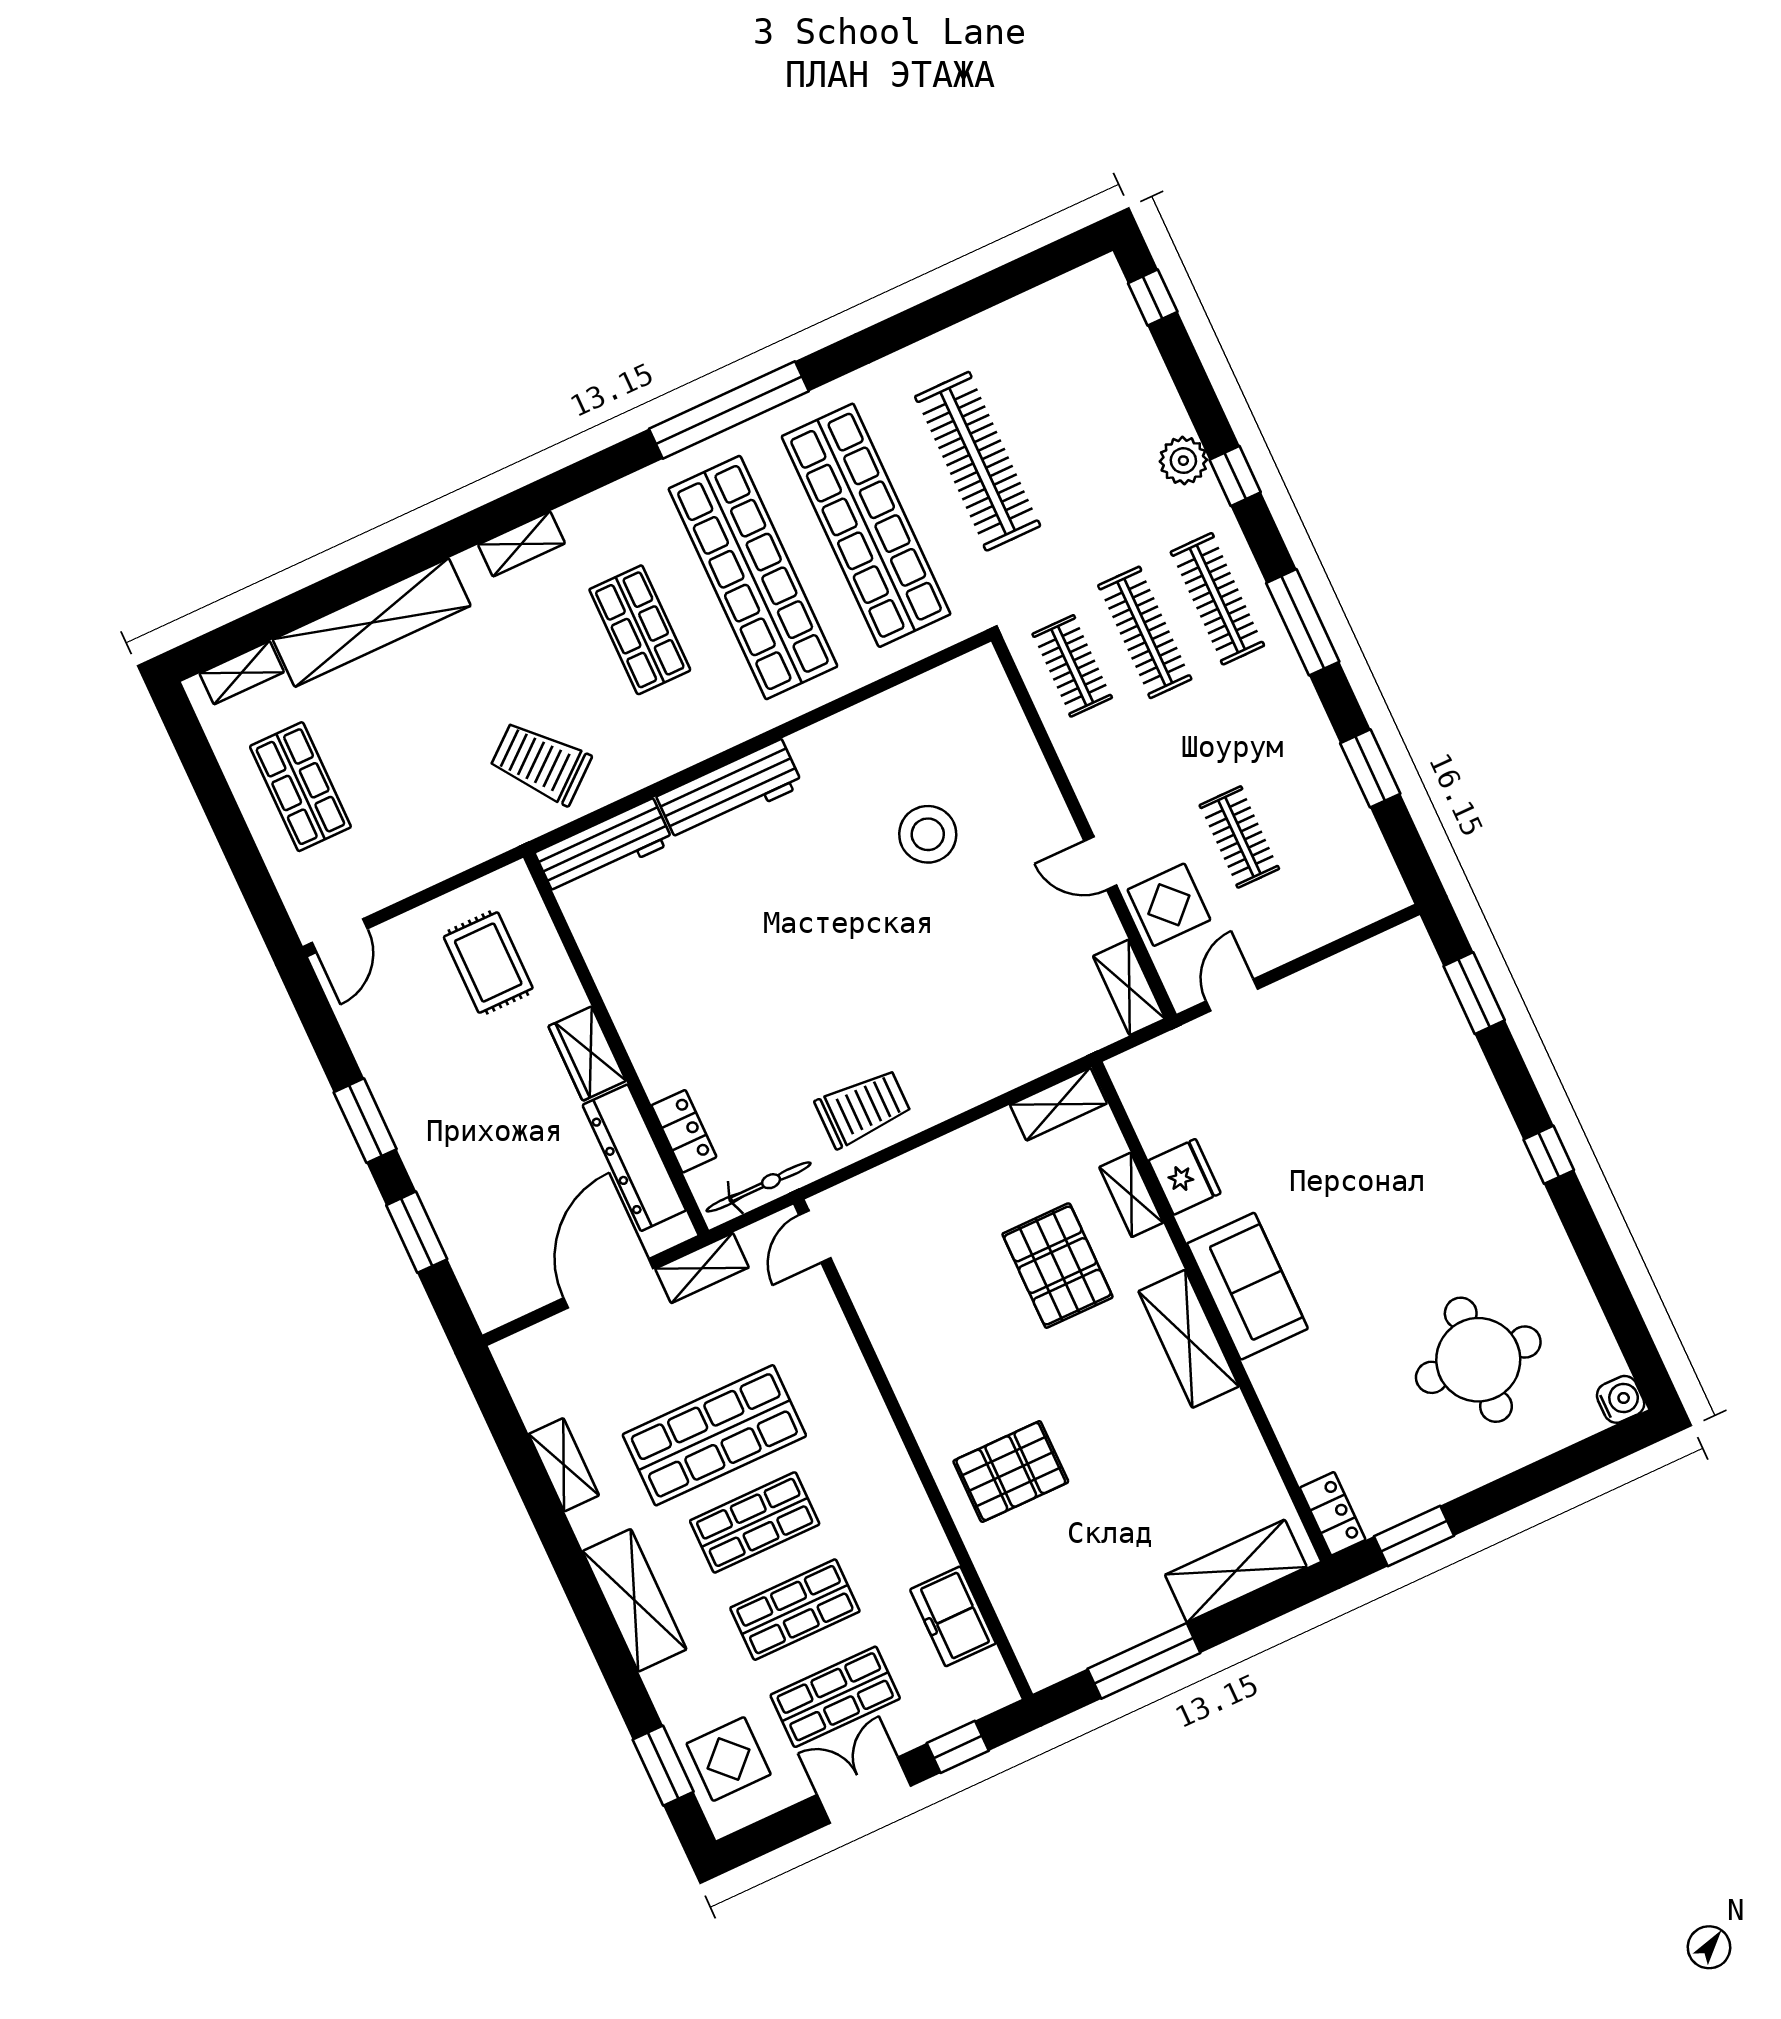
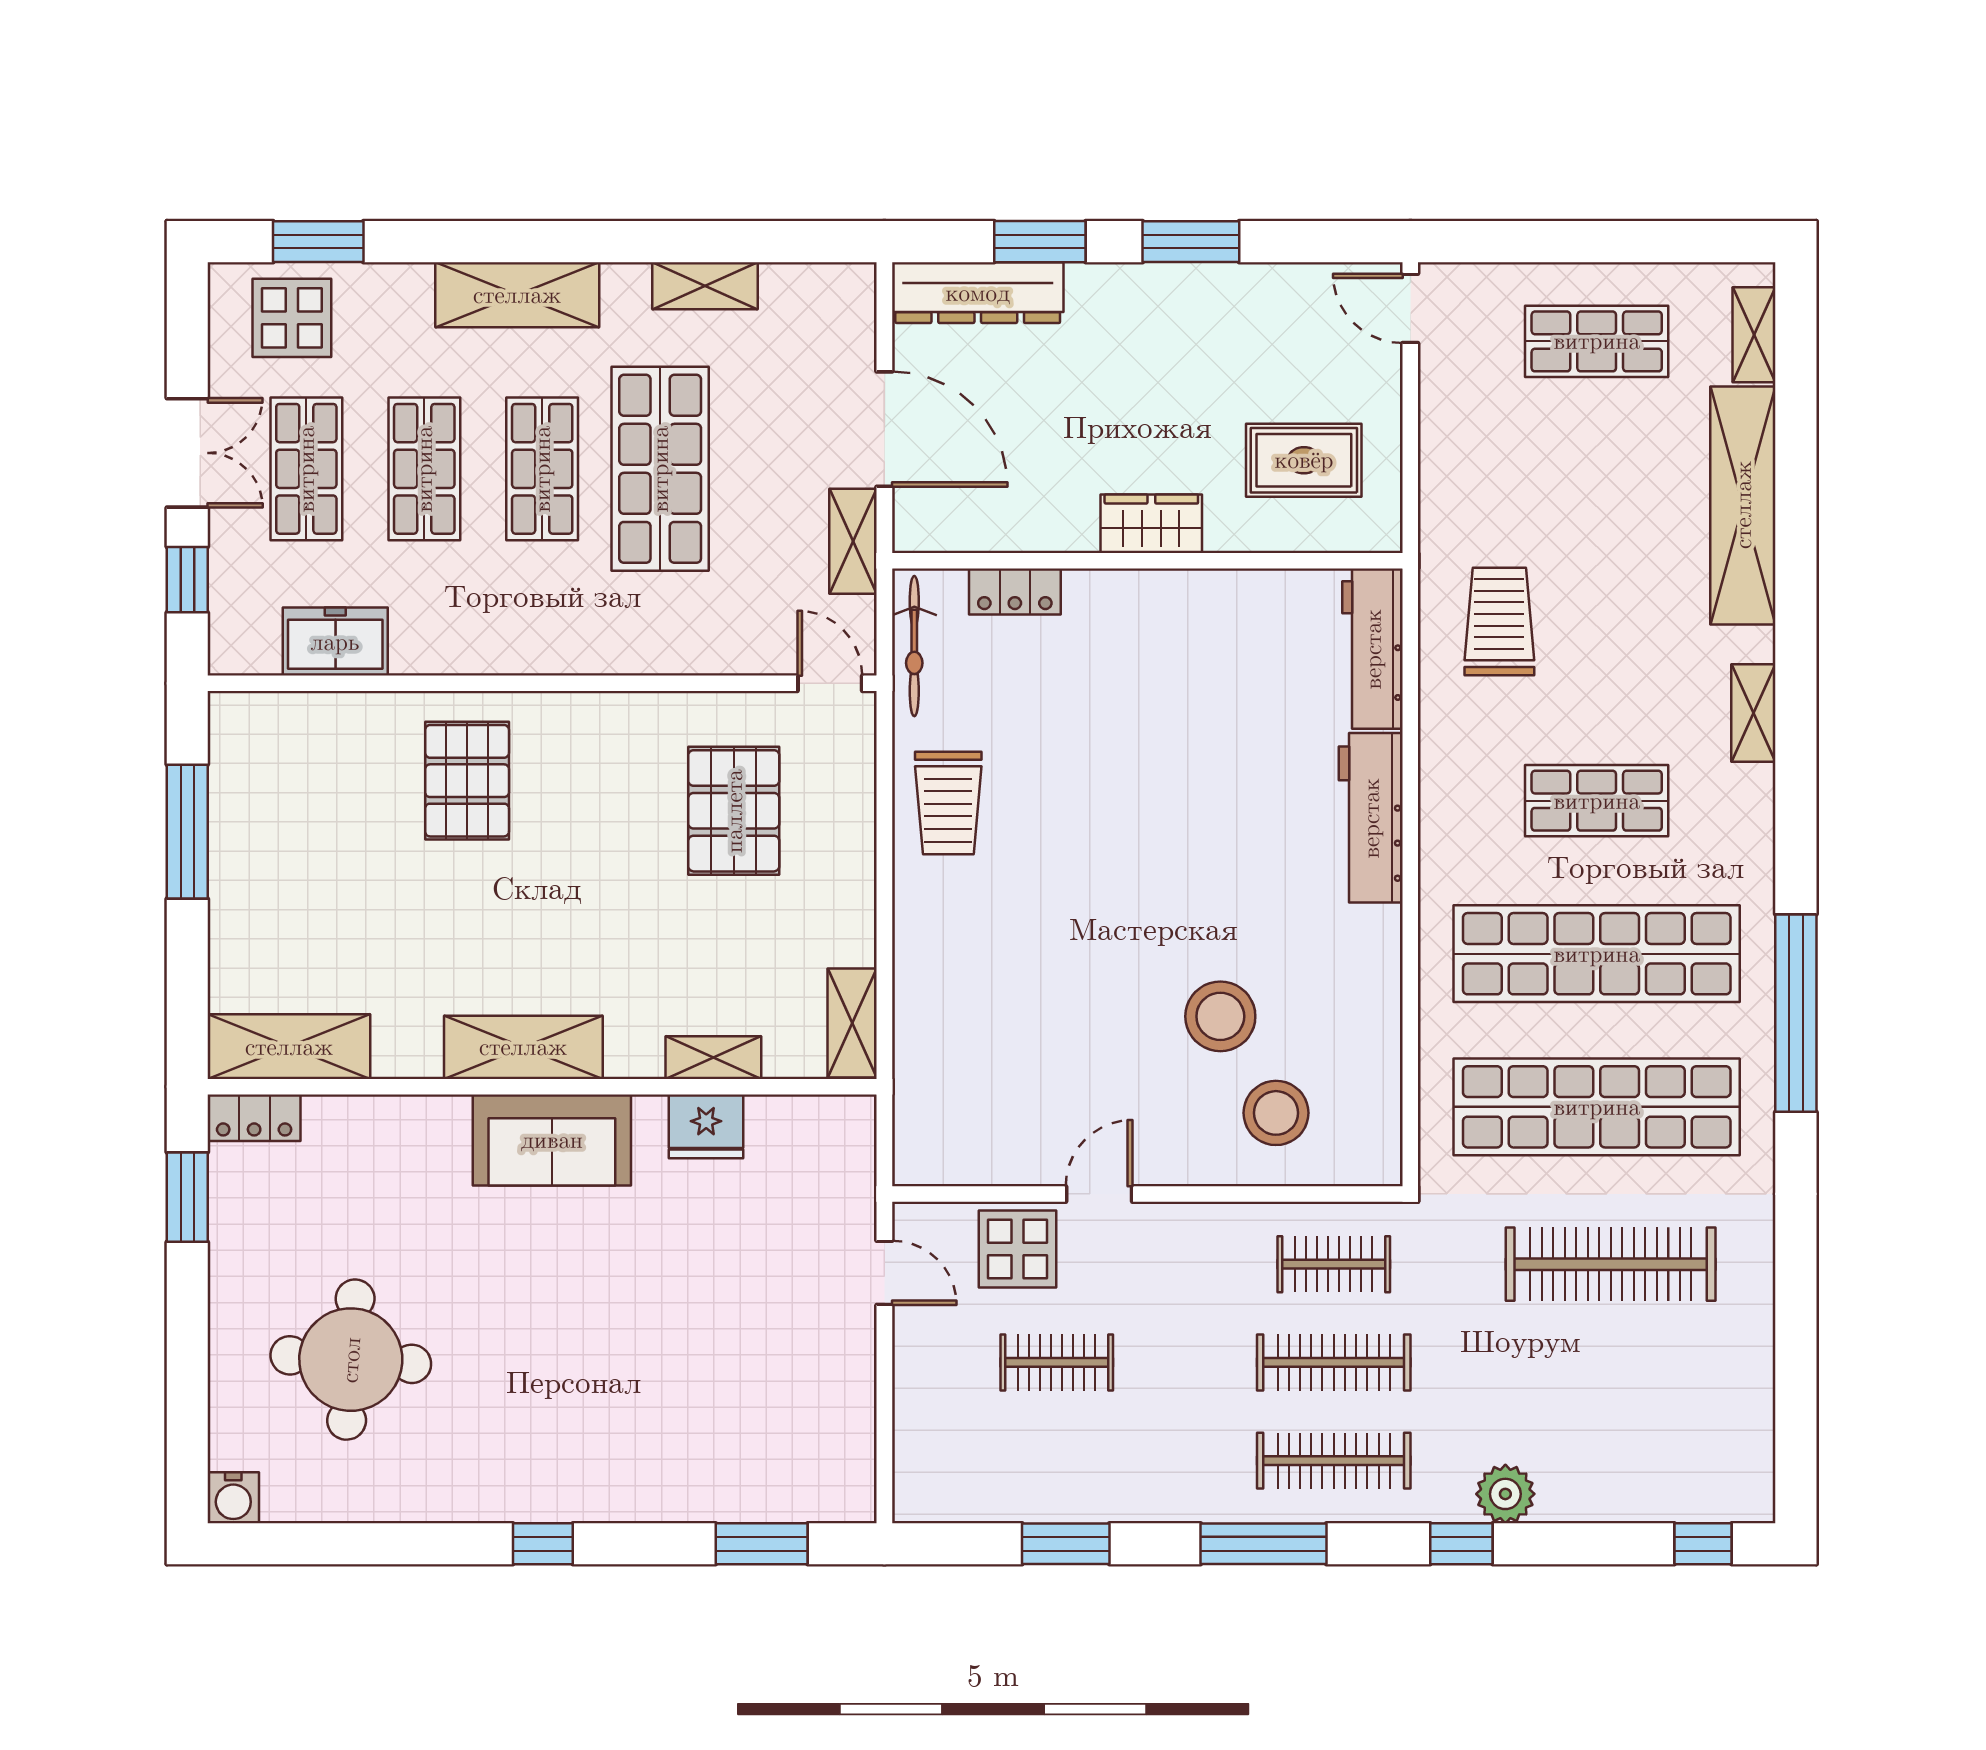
stool: (980, 760) -> (1276, 1113), added
trolley: (541, 763) -> (1499, 622), turned -50
shelving: (1129, 987) -> (946, 1162), removed
dresser: (634, 1158) -> (978, 293), moved, turned 180
pallet: (1058, 1266) -> (734, 811), moved, turned 90
shelving: (1236, 1571) -> (289, 1047), moved, turned 90

